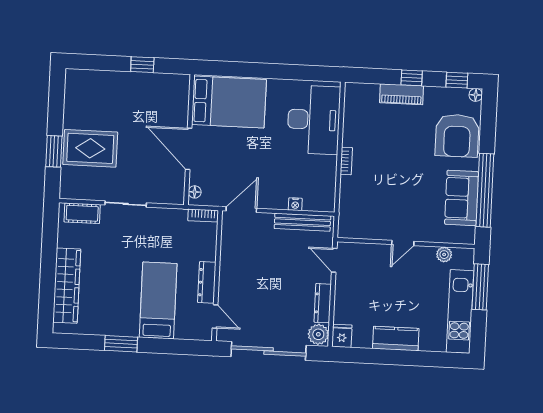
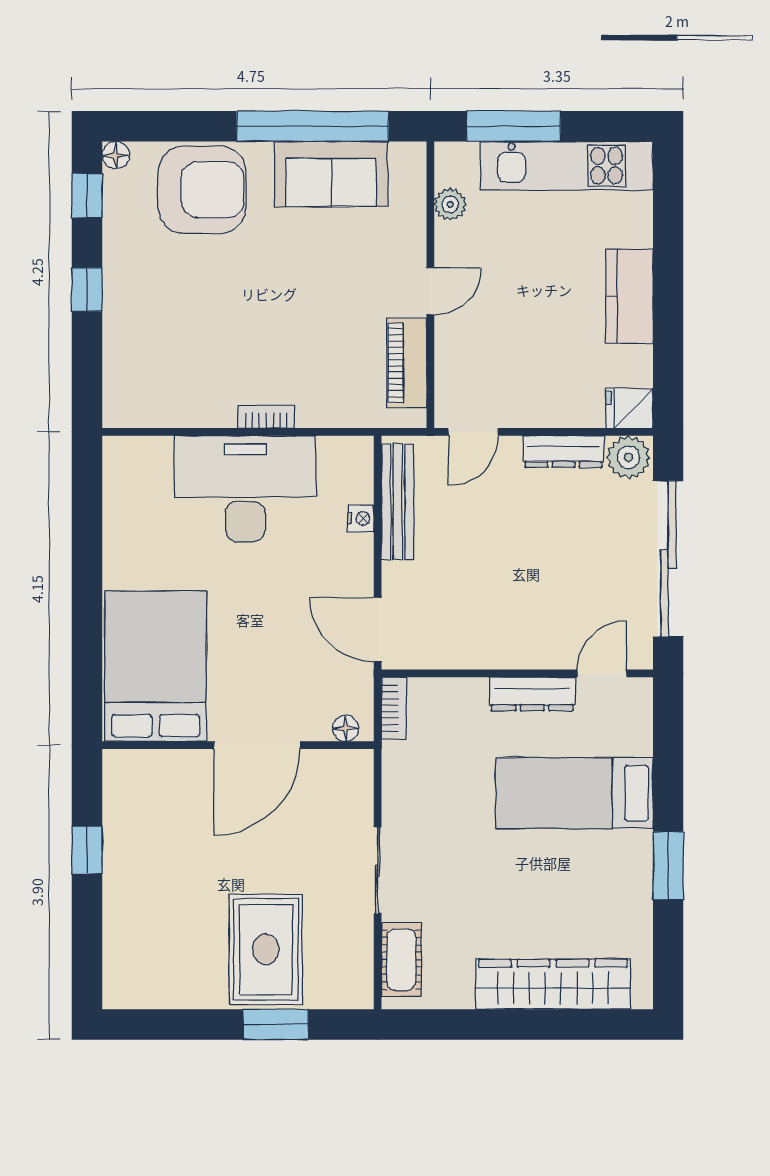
piano: (402, 94) -> (407, 363), moved, turned 180
desk: (314, 120) -> (245, 489), moved
door: (403, 243) -> (430, 291), hinge flipped

